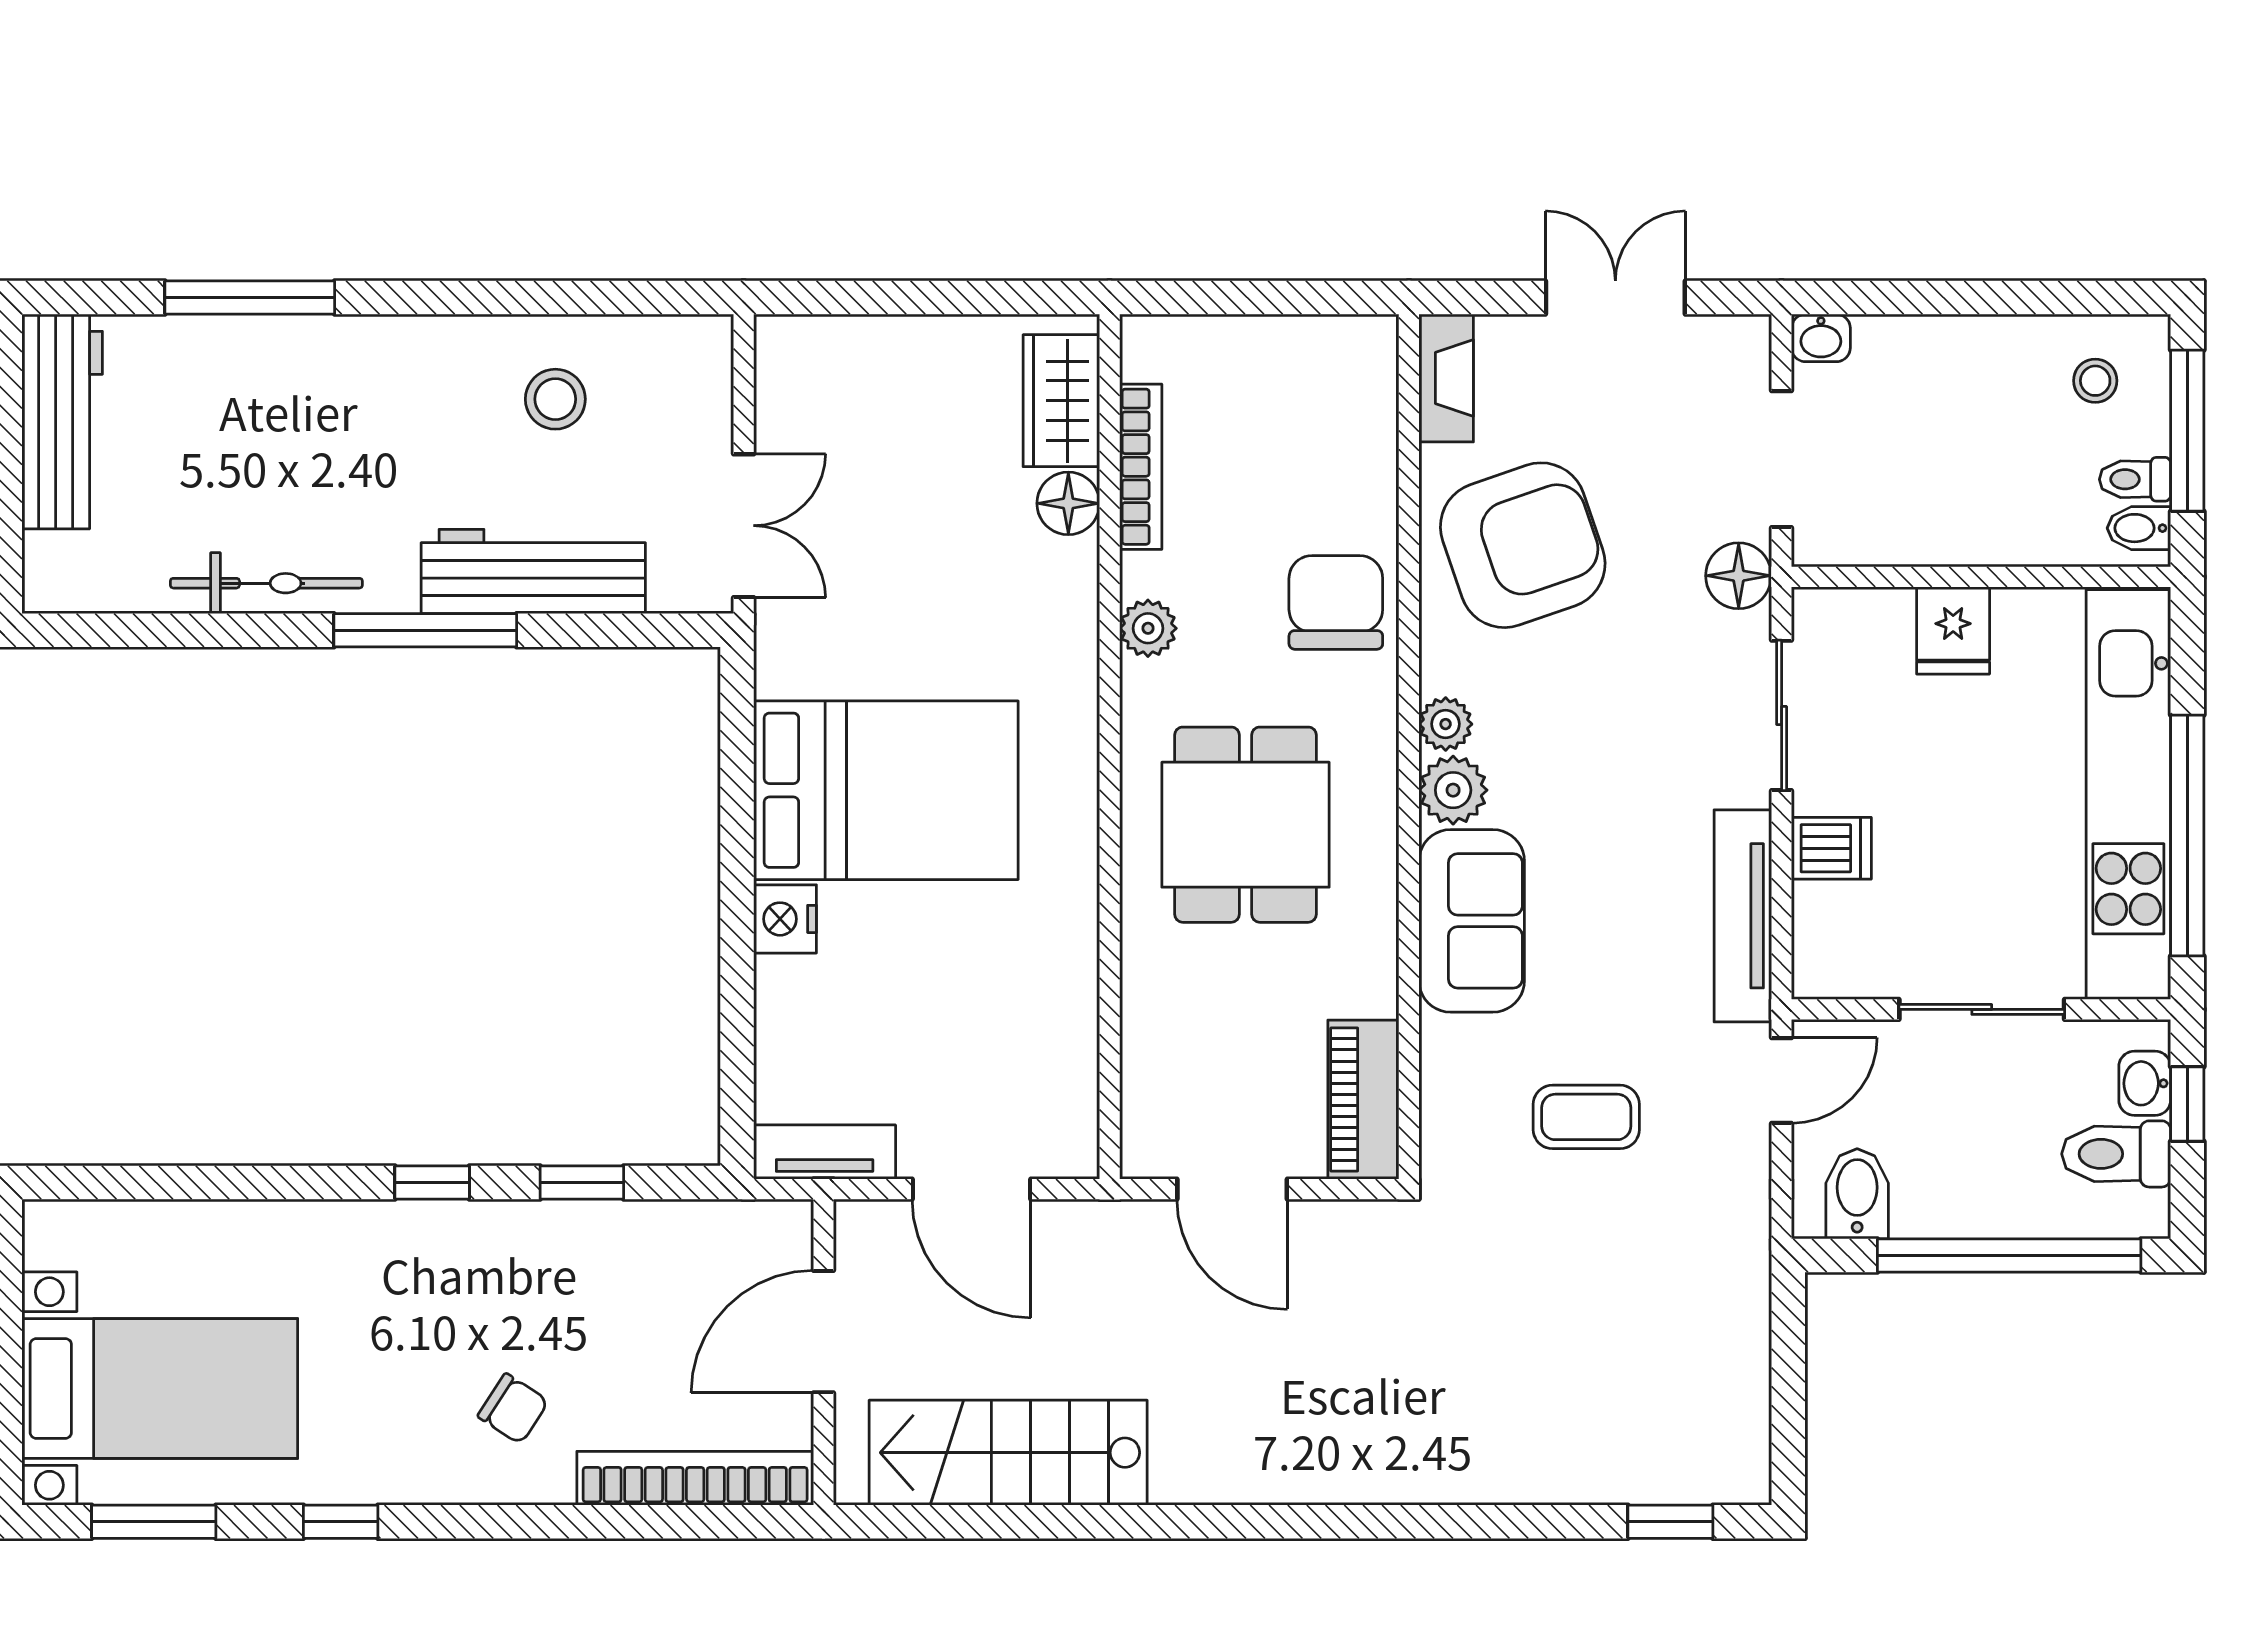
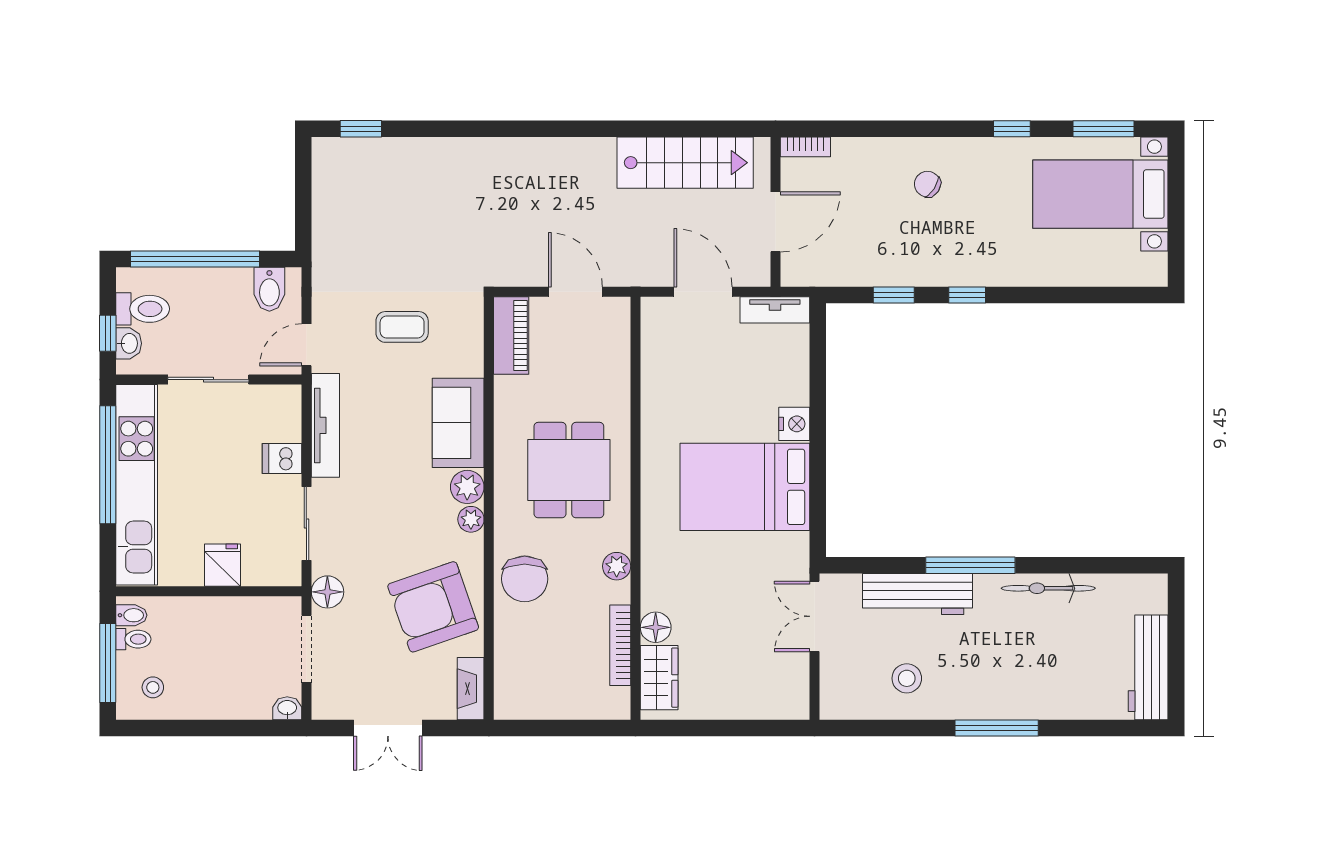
window: (250, 298) -> (997, 728), moved
bookcase: (695, 1478) -> (805, 147), width x0.43, depth x0.76

